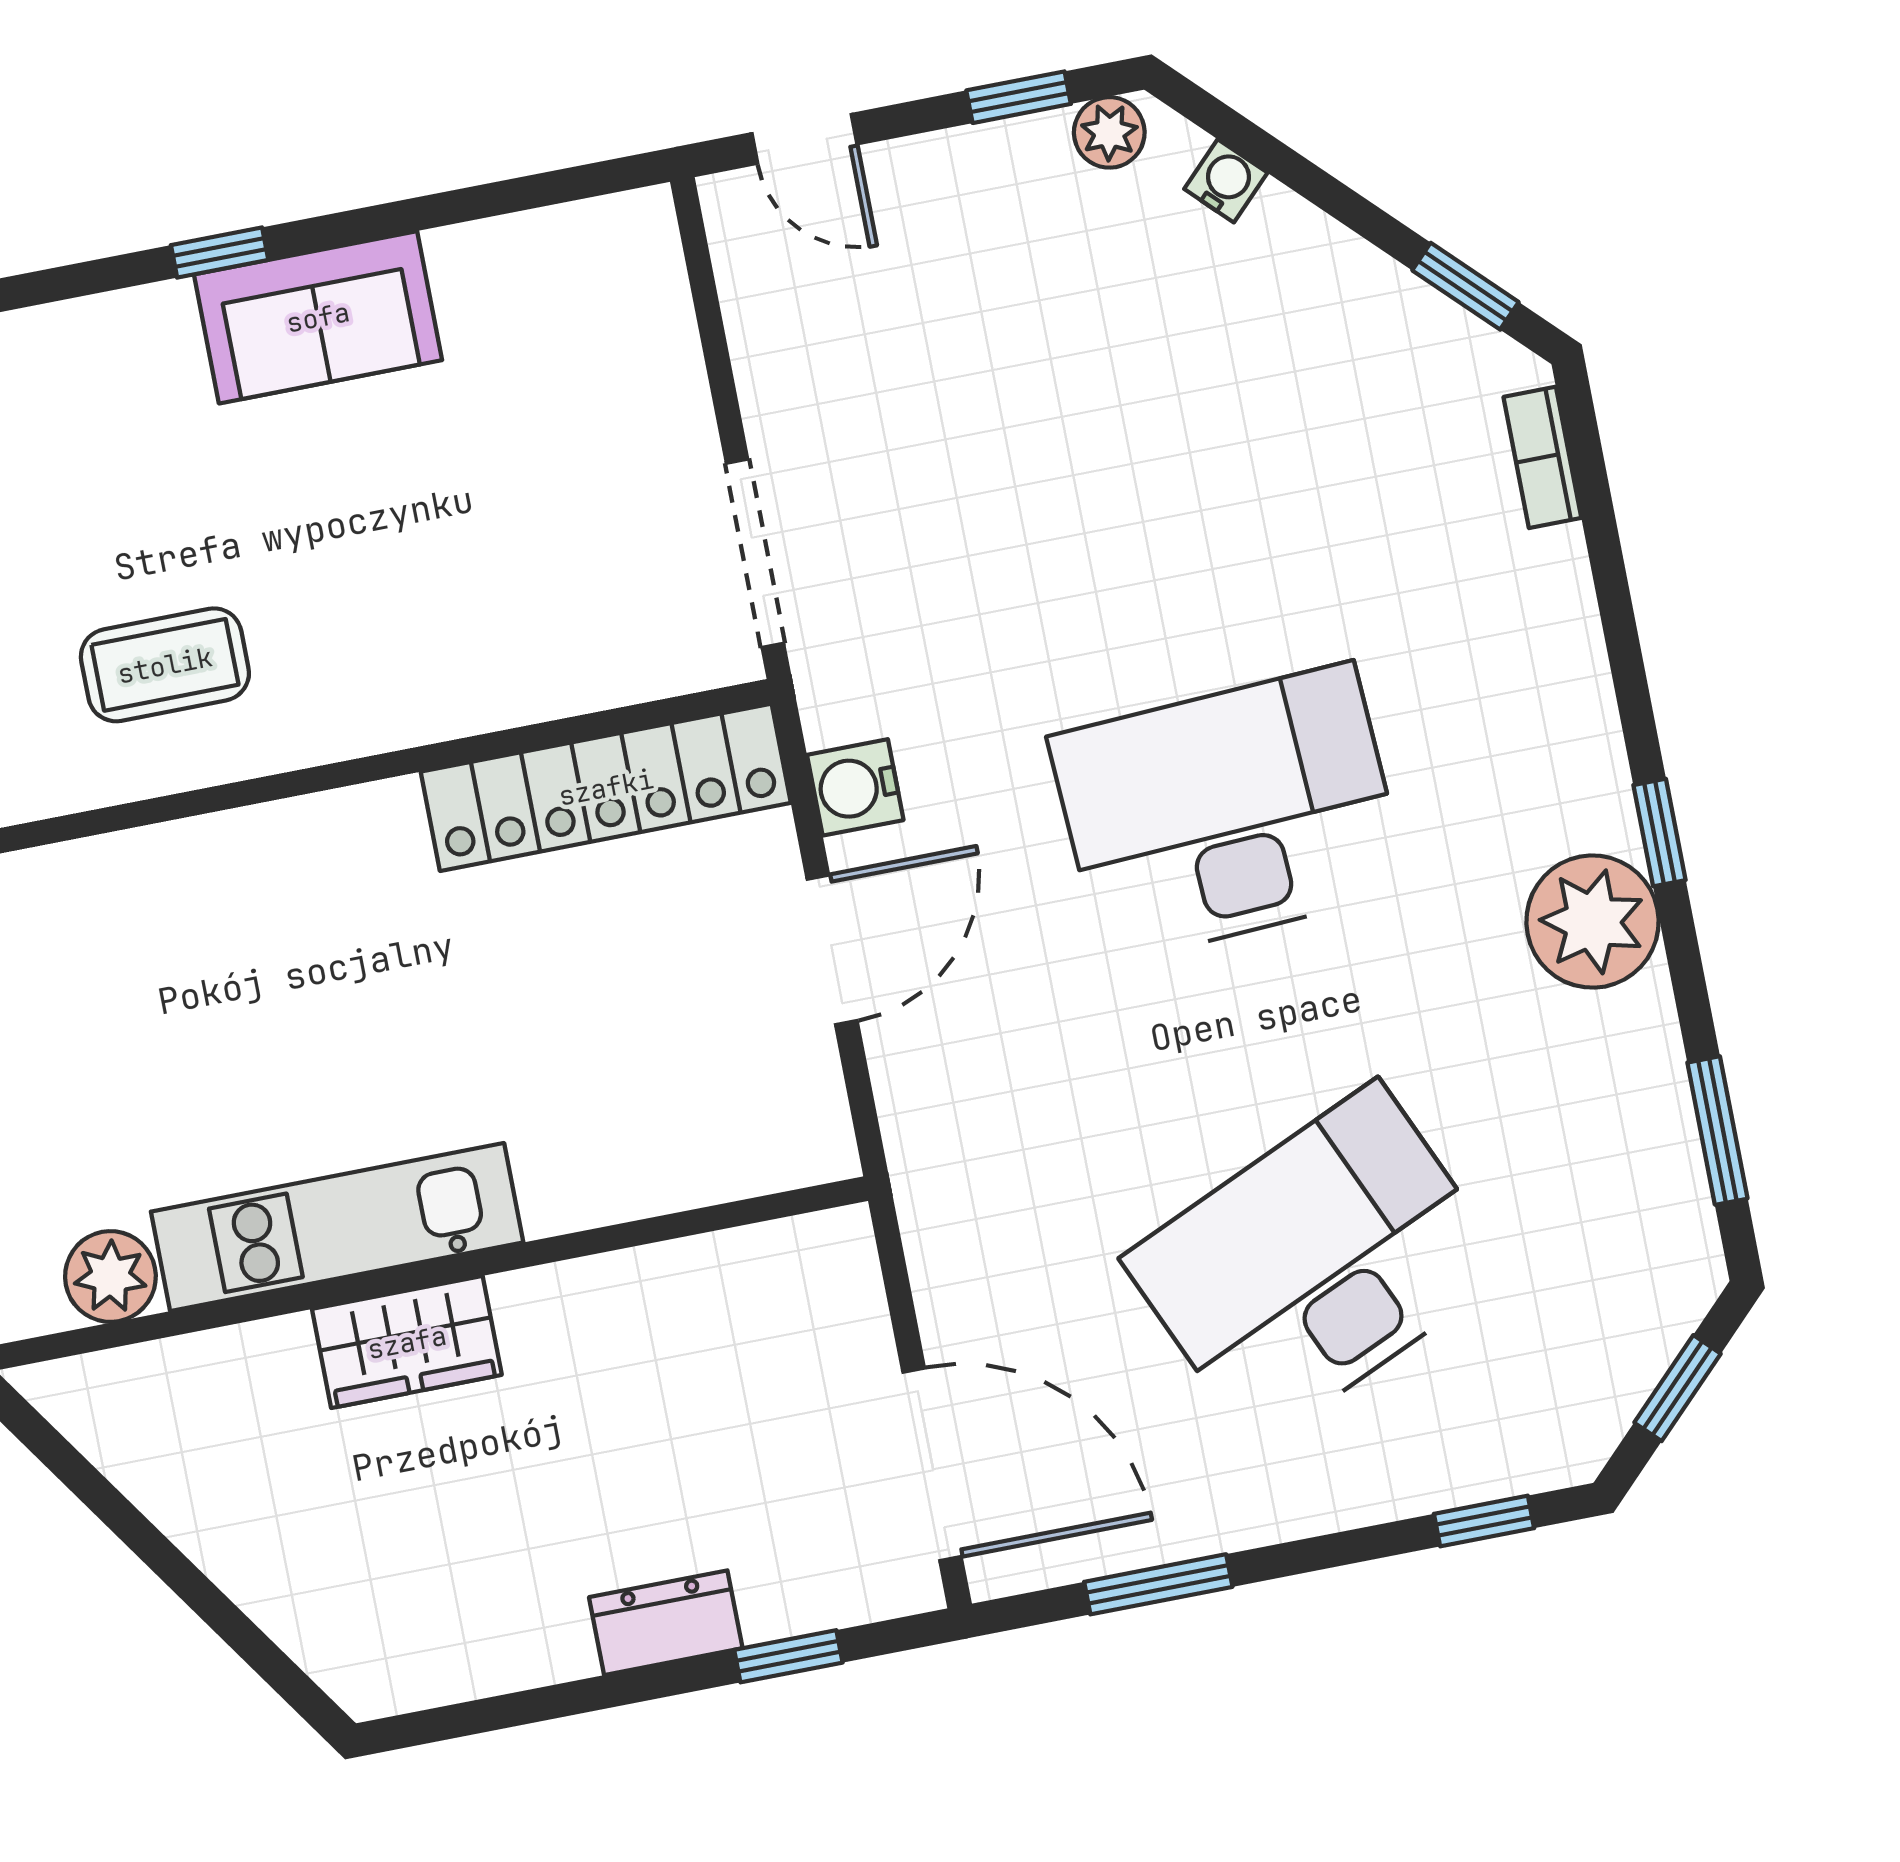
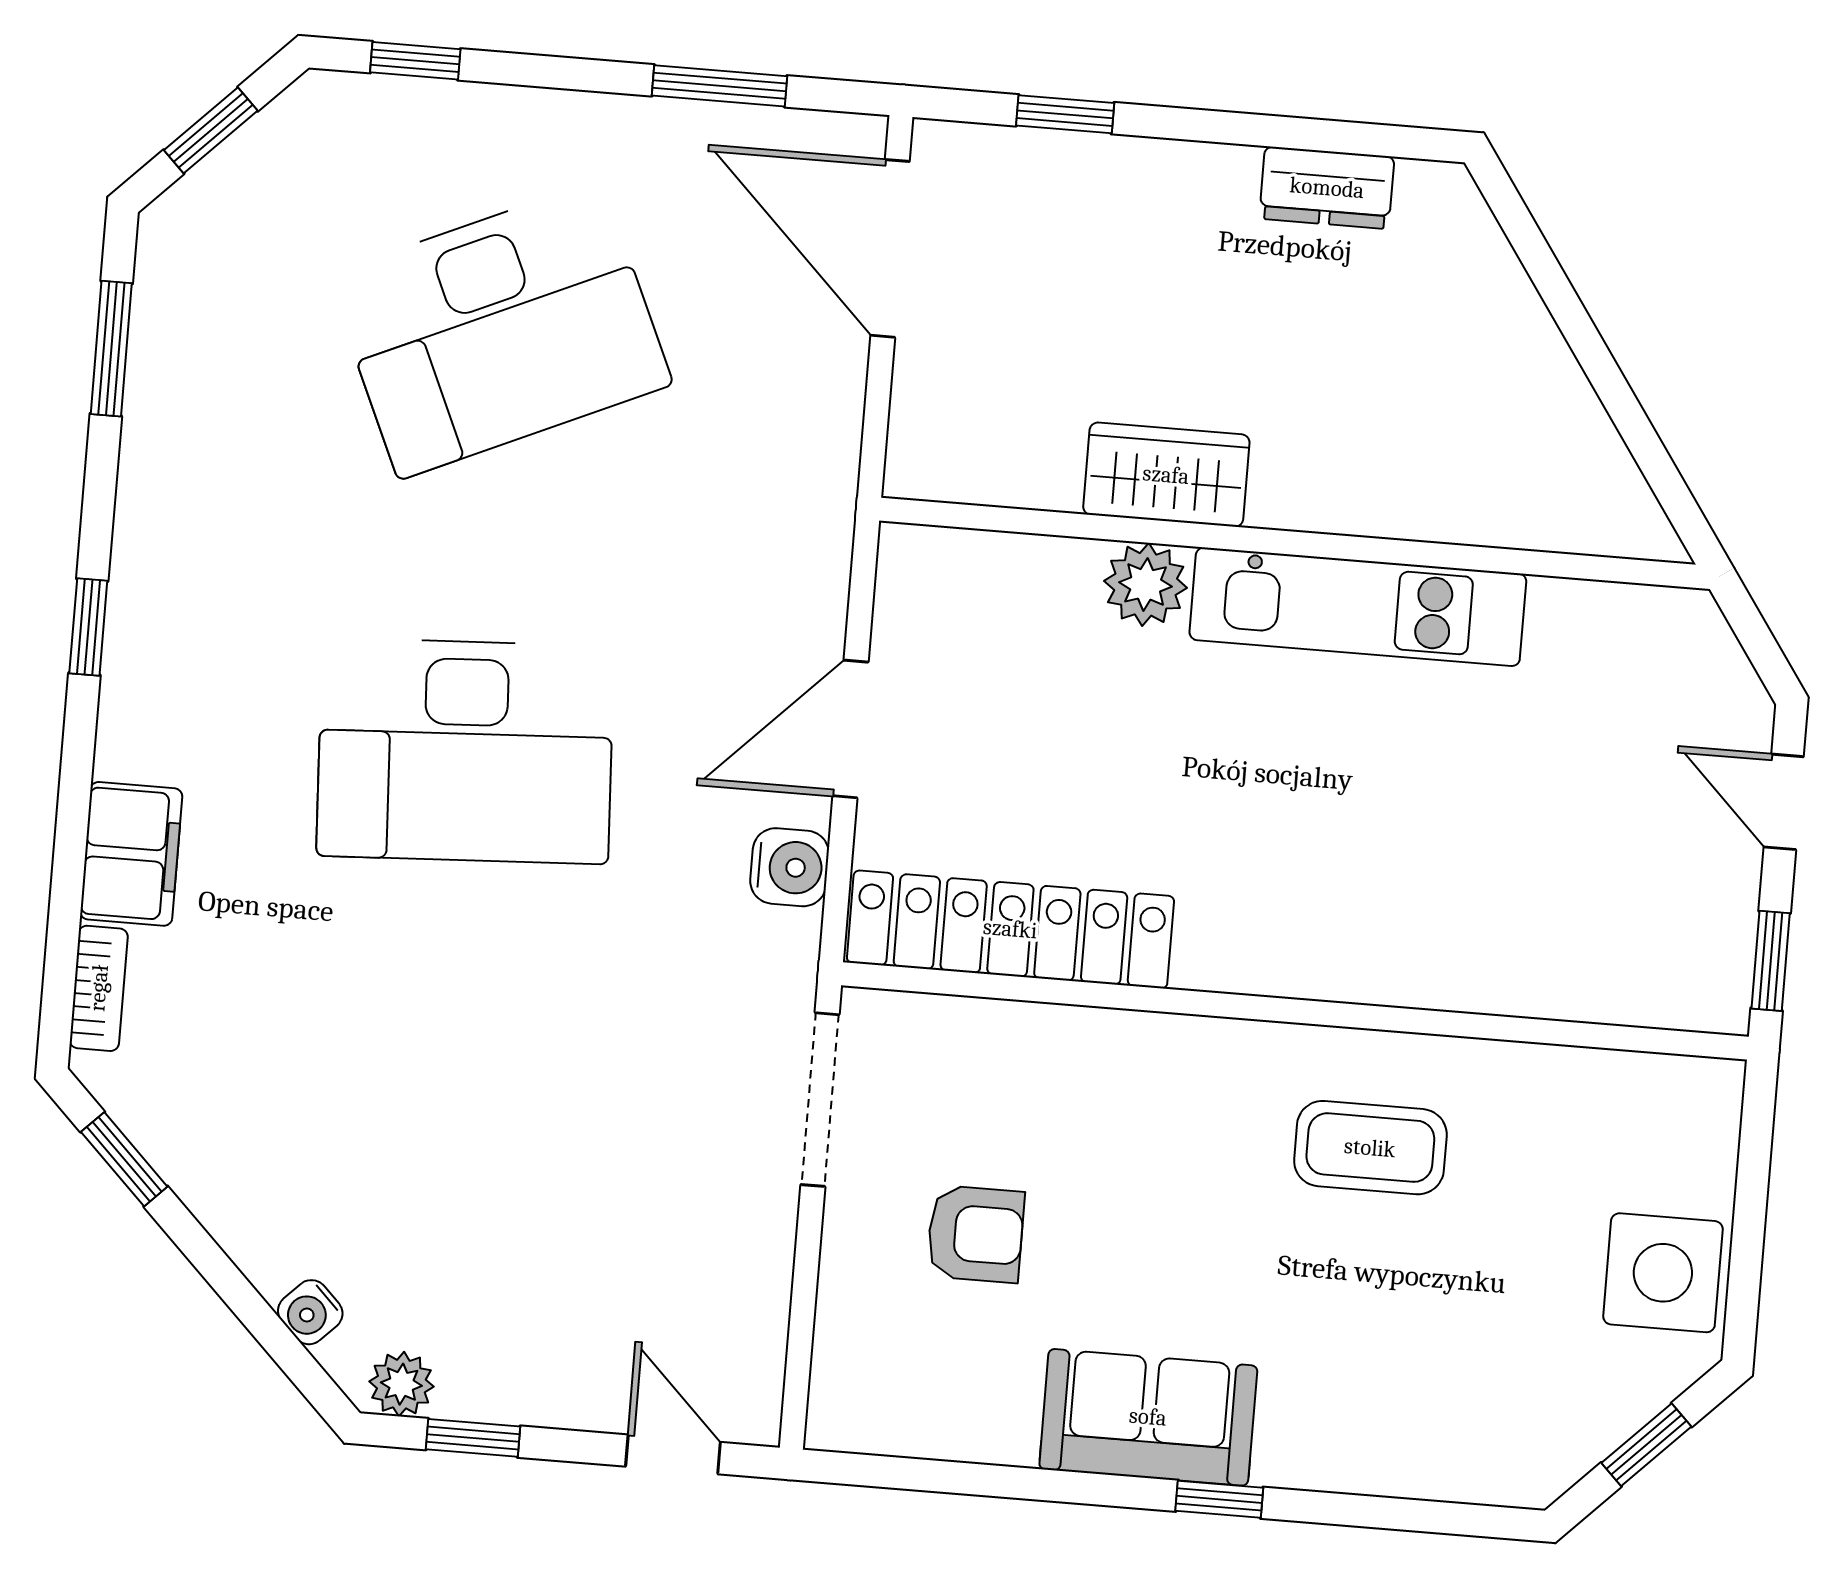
armchair: (553, 458) -> (975, 1234), added
filing cabinet: (1548, 608) -> (131, 854), added
plant: (1592, 922) -> (170, 565), removed
plant: (110, 1277) -> (1146, 584), moved
wardrobe: (407, 1342) -> (1166, 475), moved
dresser: (666, 1623) -> (1327, 188), moved

